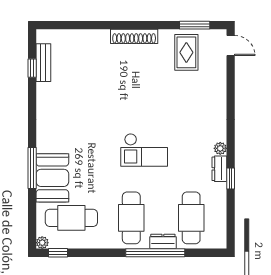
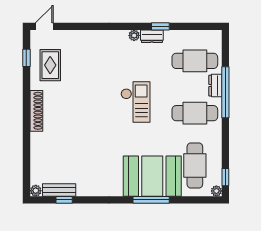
window: (195, 25) -> (26, 58), width x0.67
plant: (43, 36) -> (36, 191), added
rug: (186, 52) -> (50, 65), turned 90
booth: (52, 178) -> (152, 176), width x1.36, depth x1.42

